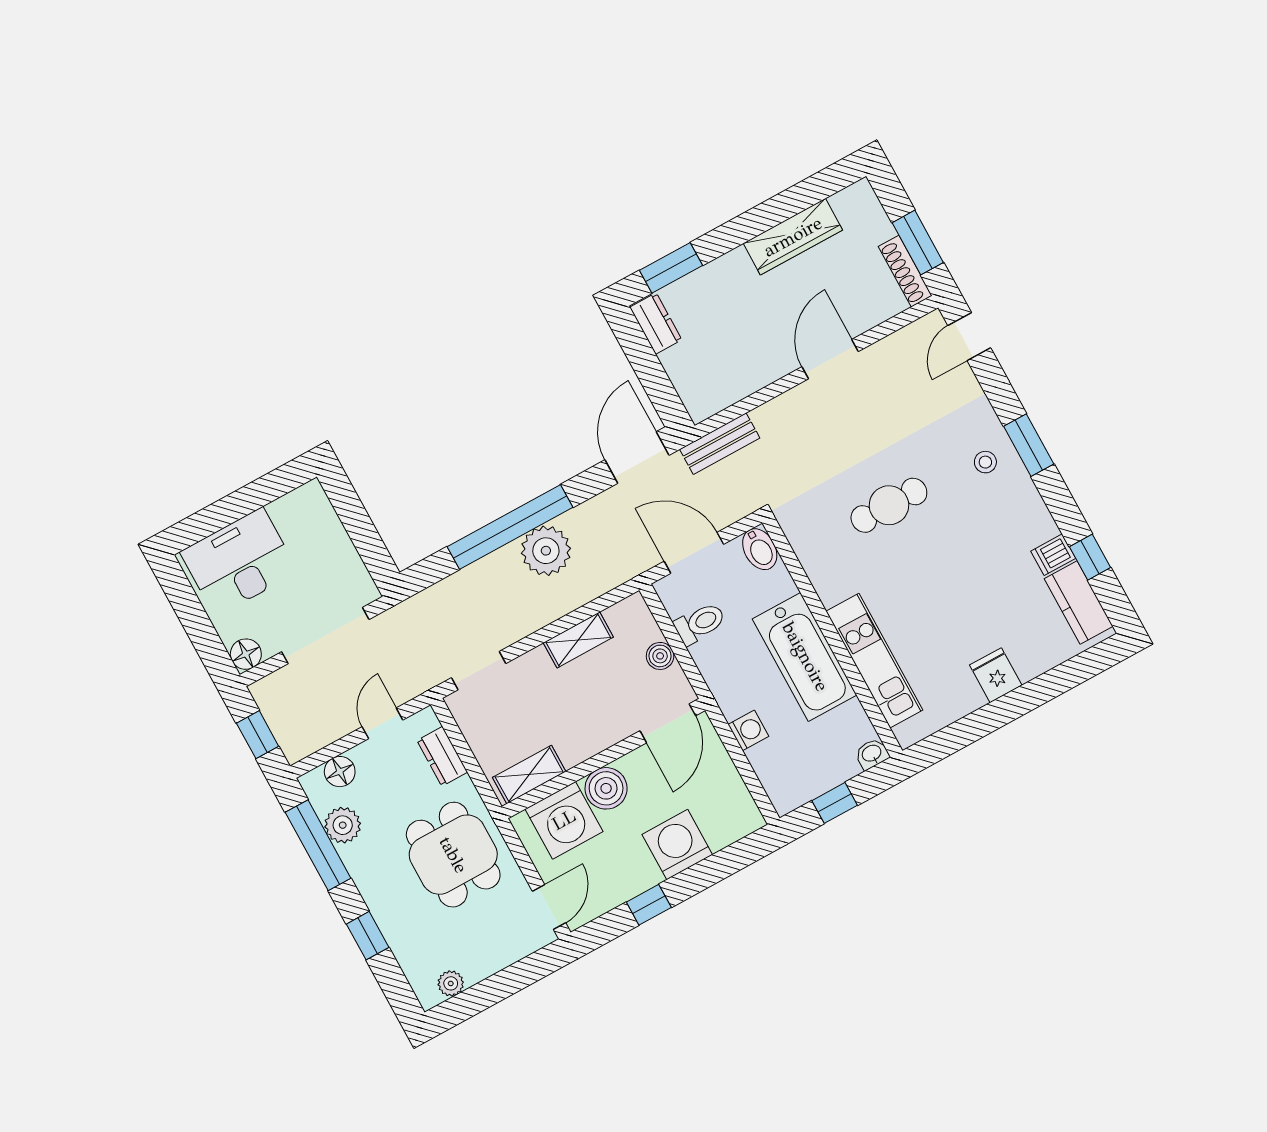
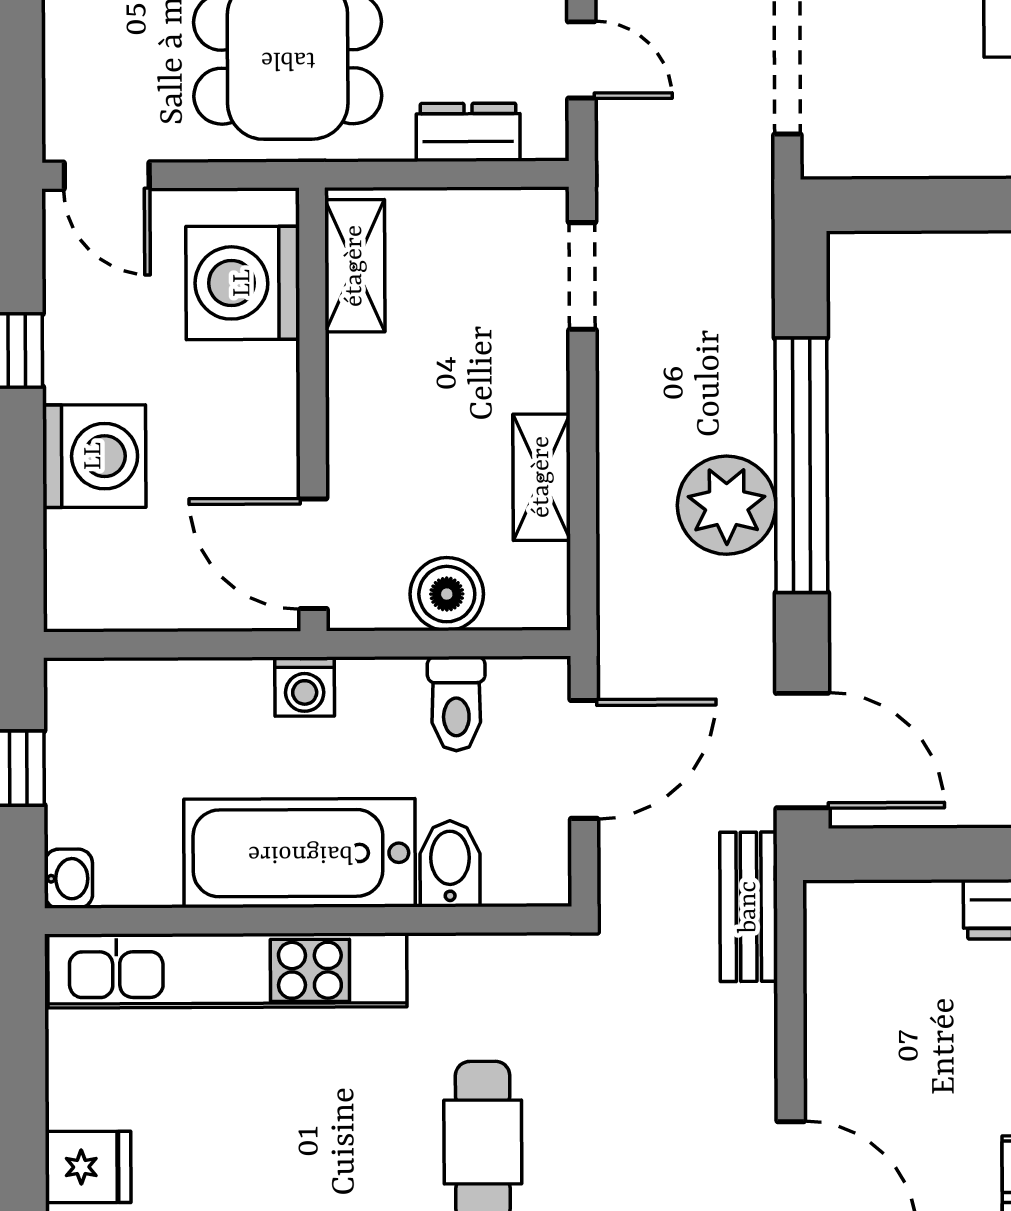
bidet: (760, 549) -> (450, 864), moved, turned 90
boiler: (660, 656) -> (447, 594), width x1.36, depth x1.36
kitchen unit: (874, 661) -> (227, 971), width x1.36
washing machine: (748, 730) -> (305, 687), moved
boiler: (606, 788) -> (259, 386), removed

